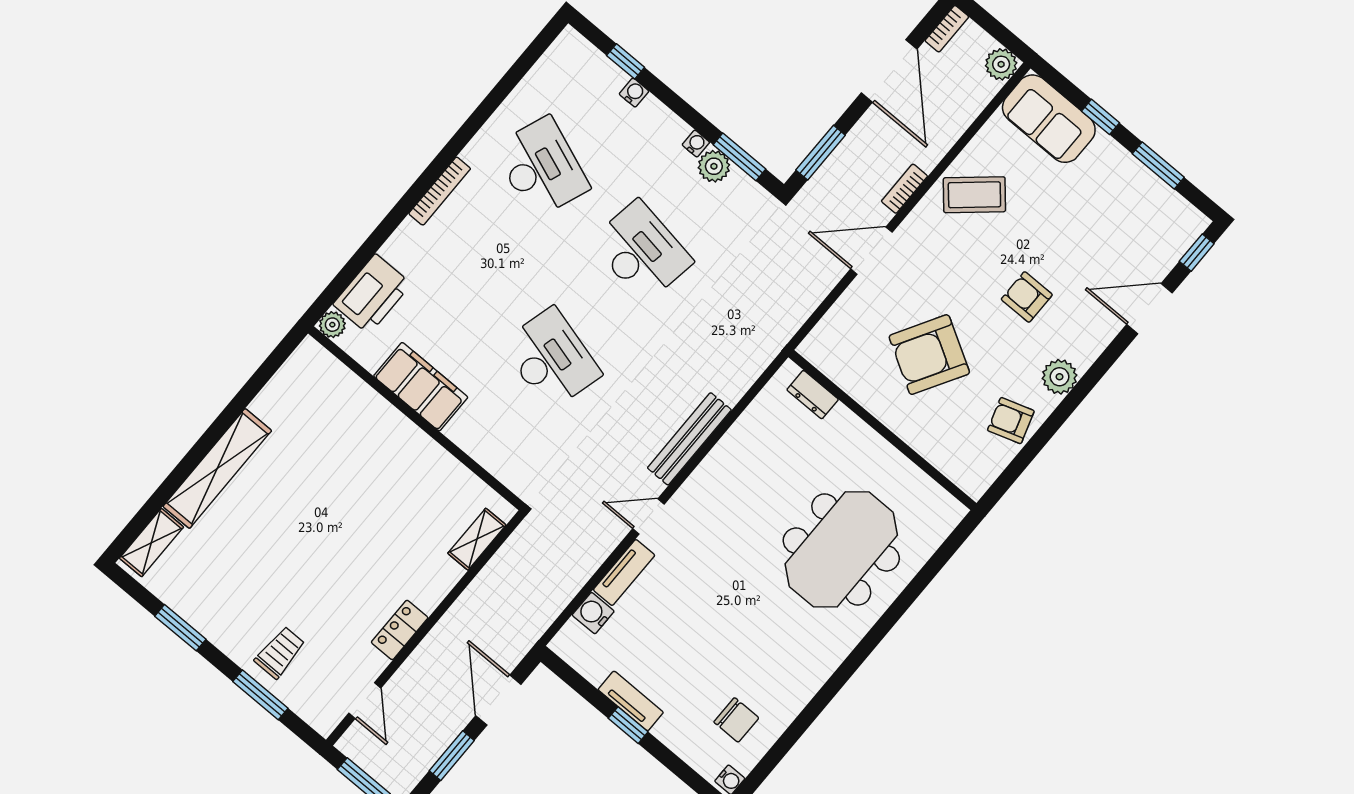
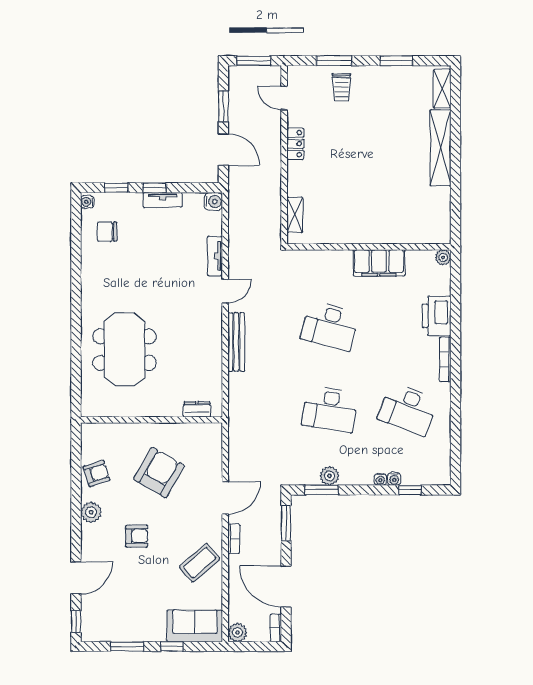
water cooler: (696, 144) -> (380, 479), moved
printer: (372, 294) -> (437, 316), moved
water cooler: (593, 613) -> (213, 201), moved
window: (677, 767) -> (116, 188), added

